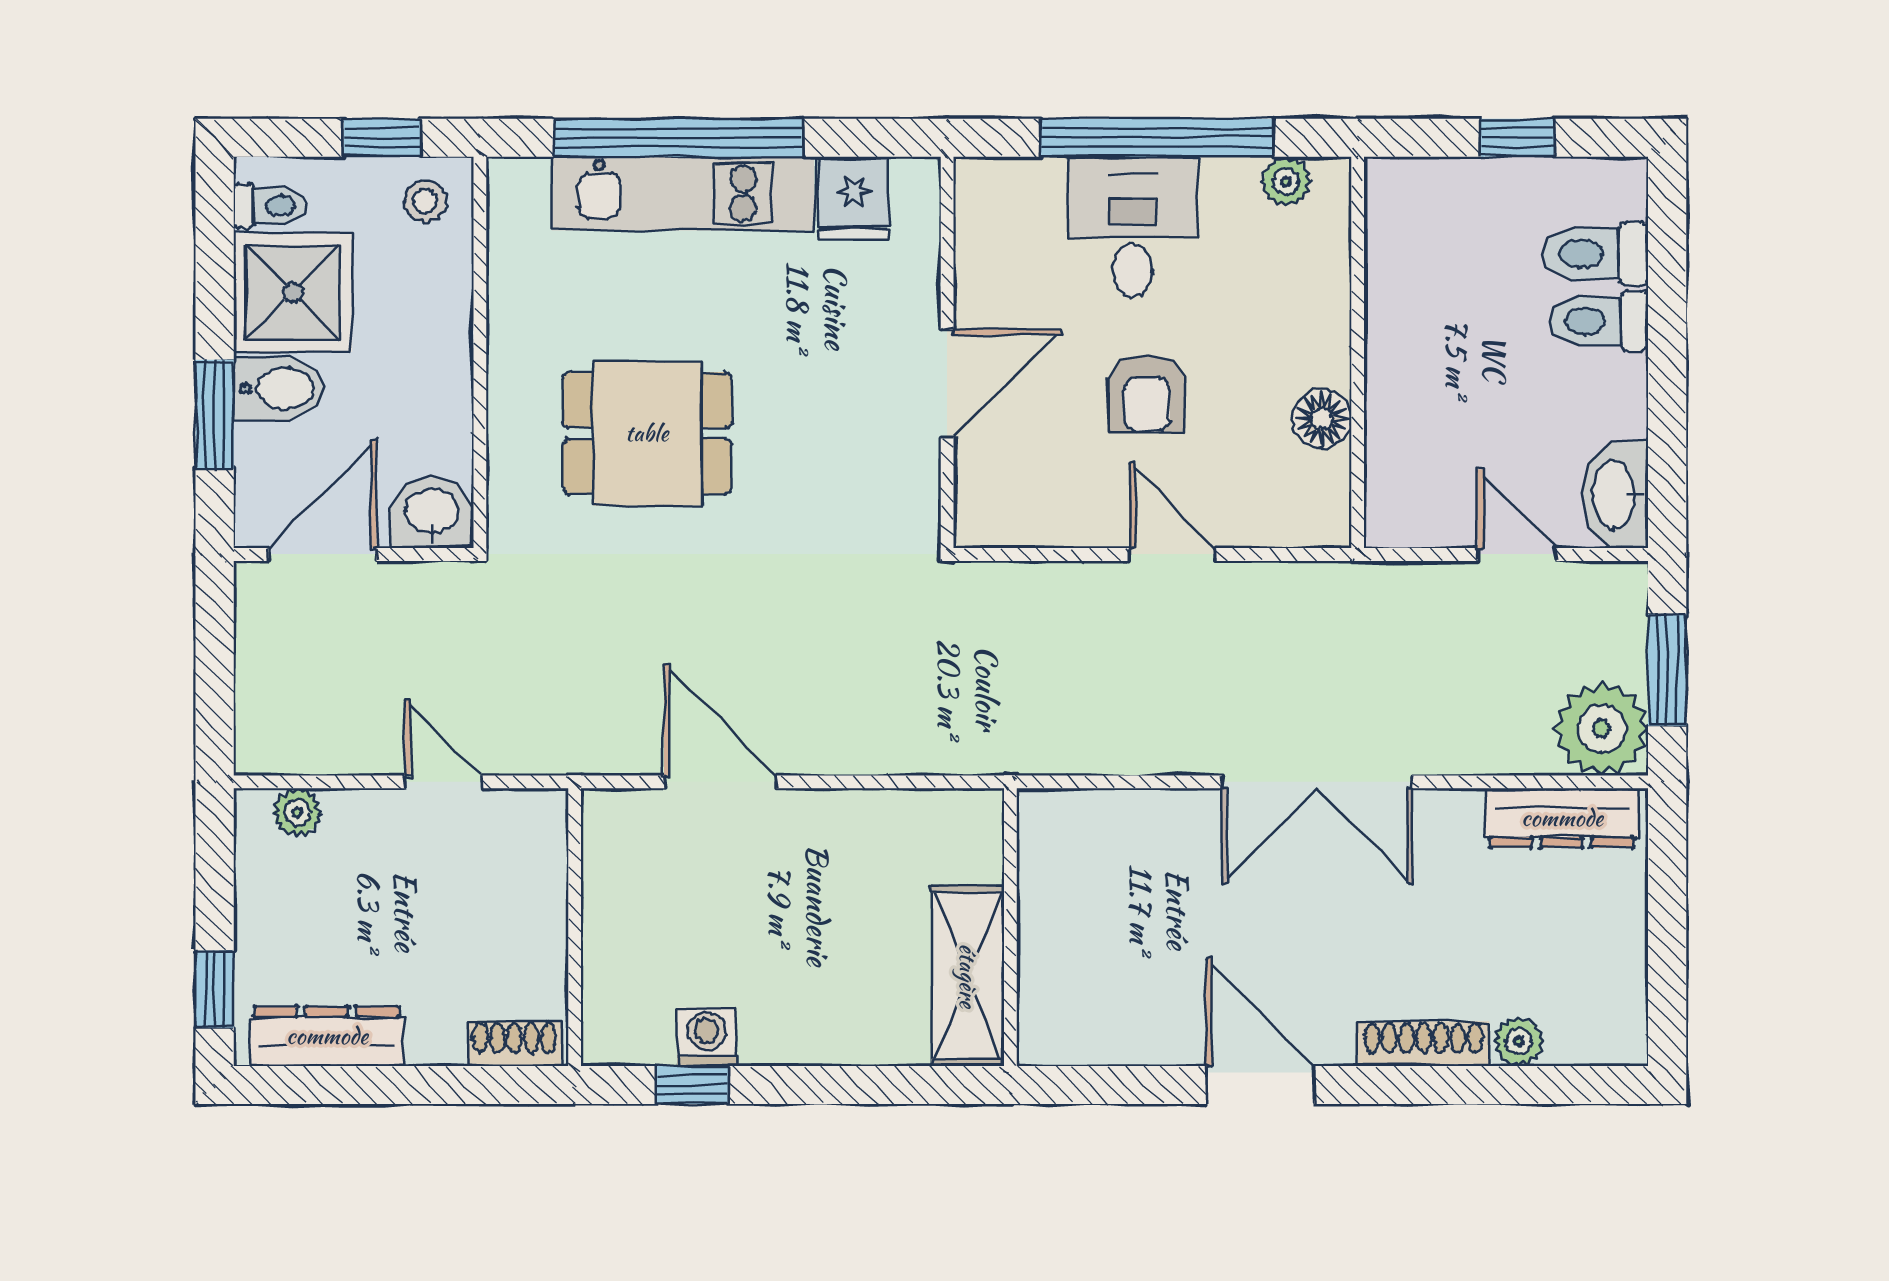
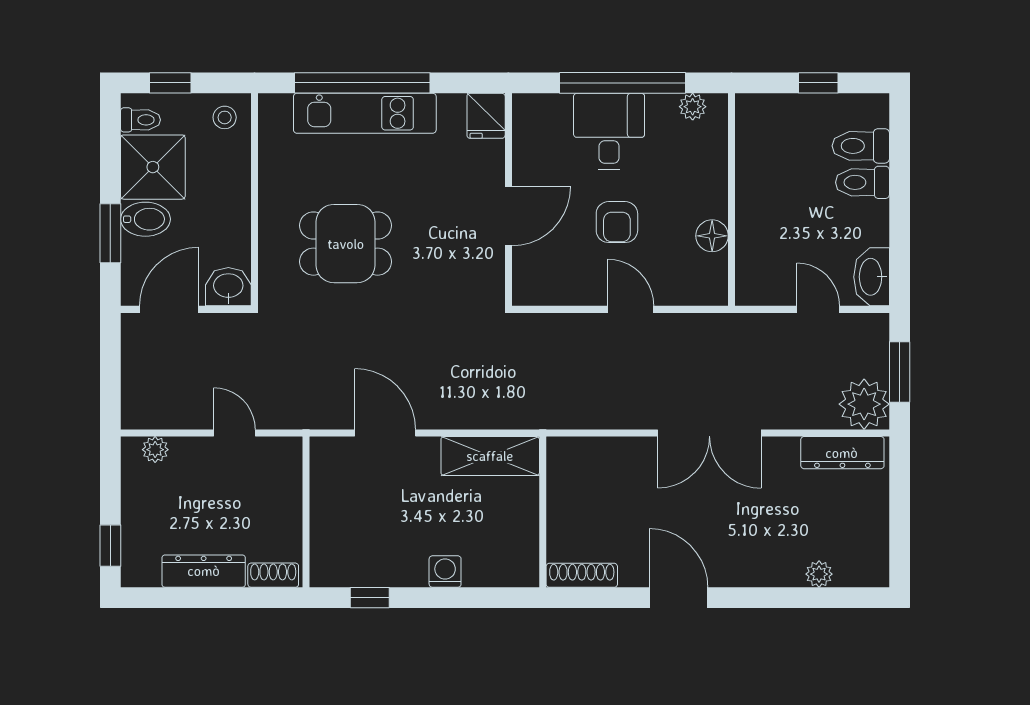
window: (382, 138) -> (170, 83), moved
fridge: (854, 198) -> (486, 116), moved
shelving: (968, 976) -> (490, 456), moved, turned 90
dresser: (327, 1036) -> (204, 571), moved
washing machine: (707, 1037) -> (445, 572), moved
shoe rack: (1424, 1044) -> (582, 575), moved

